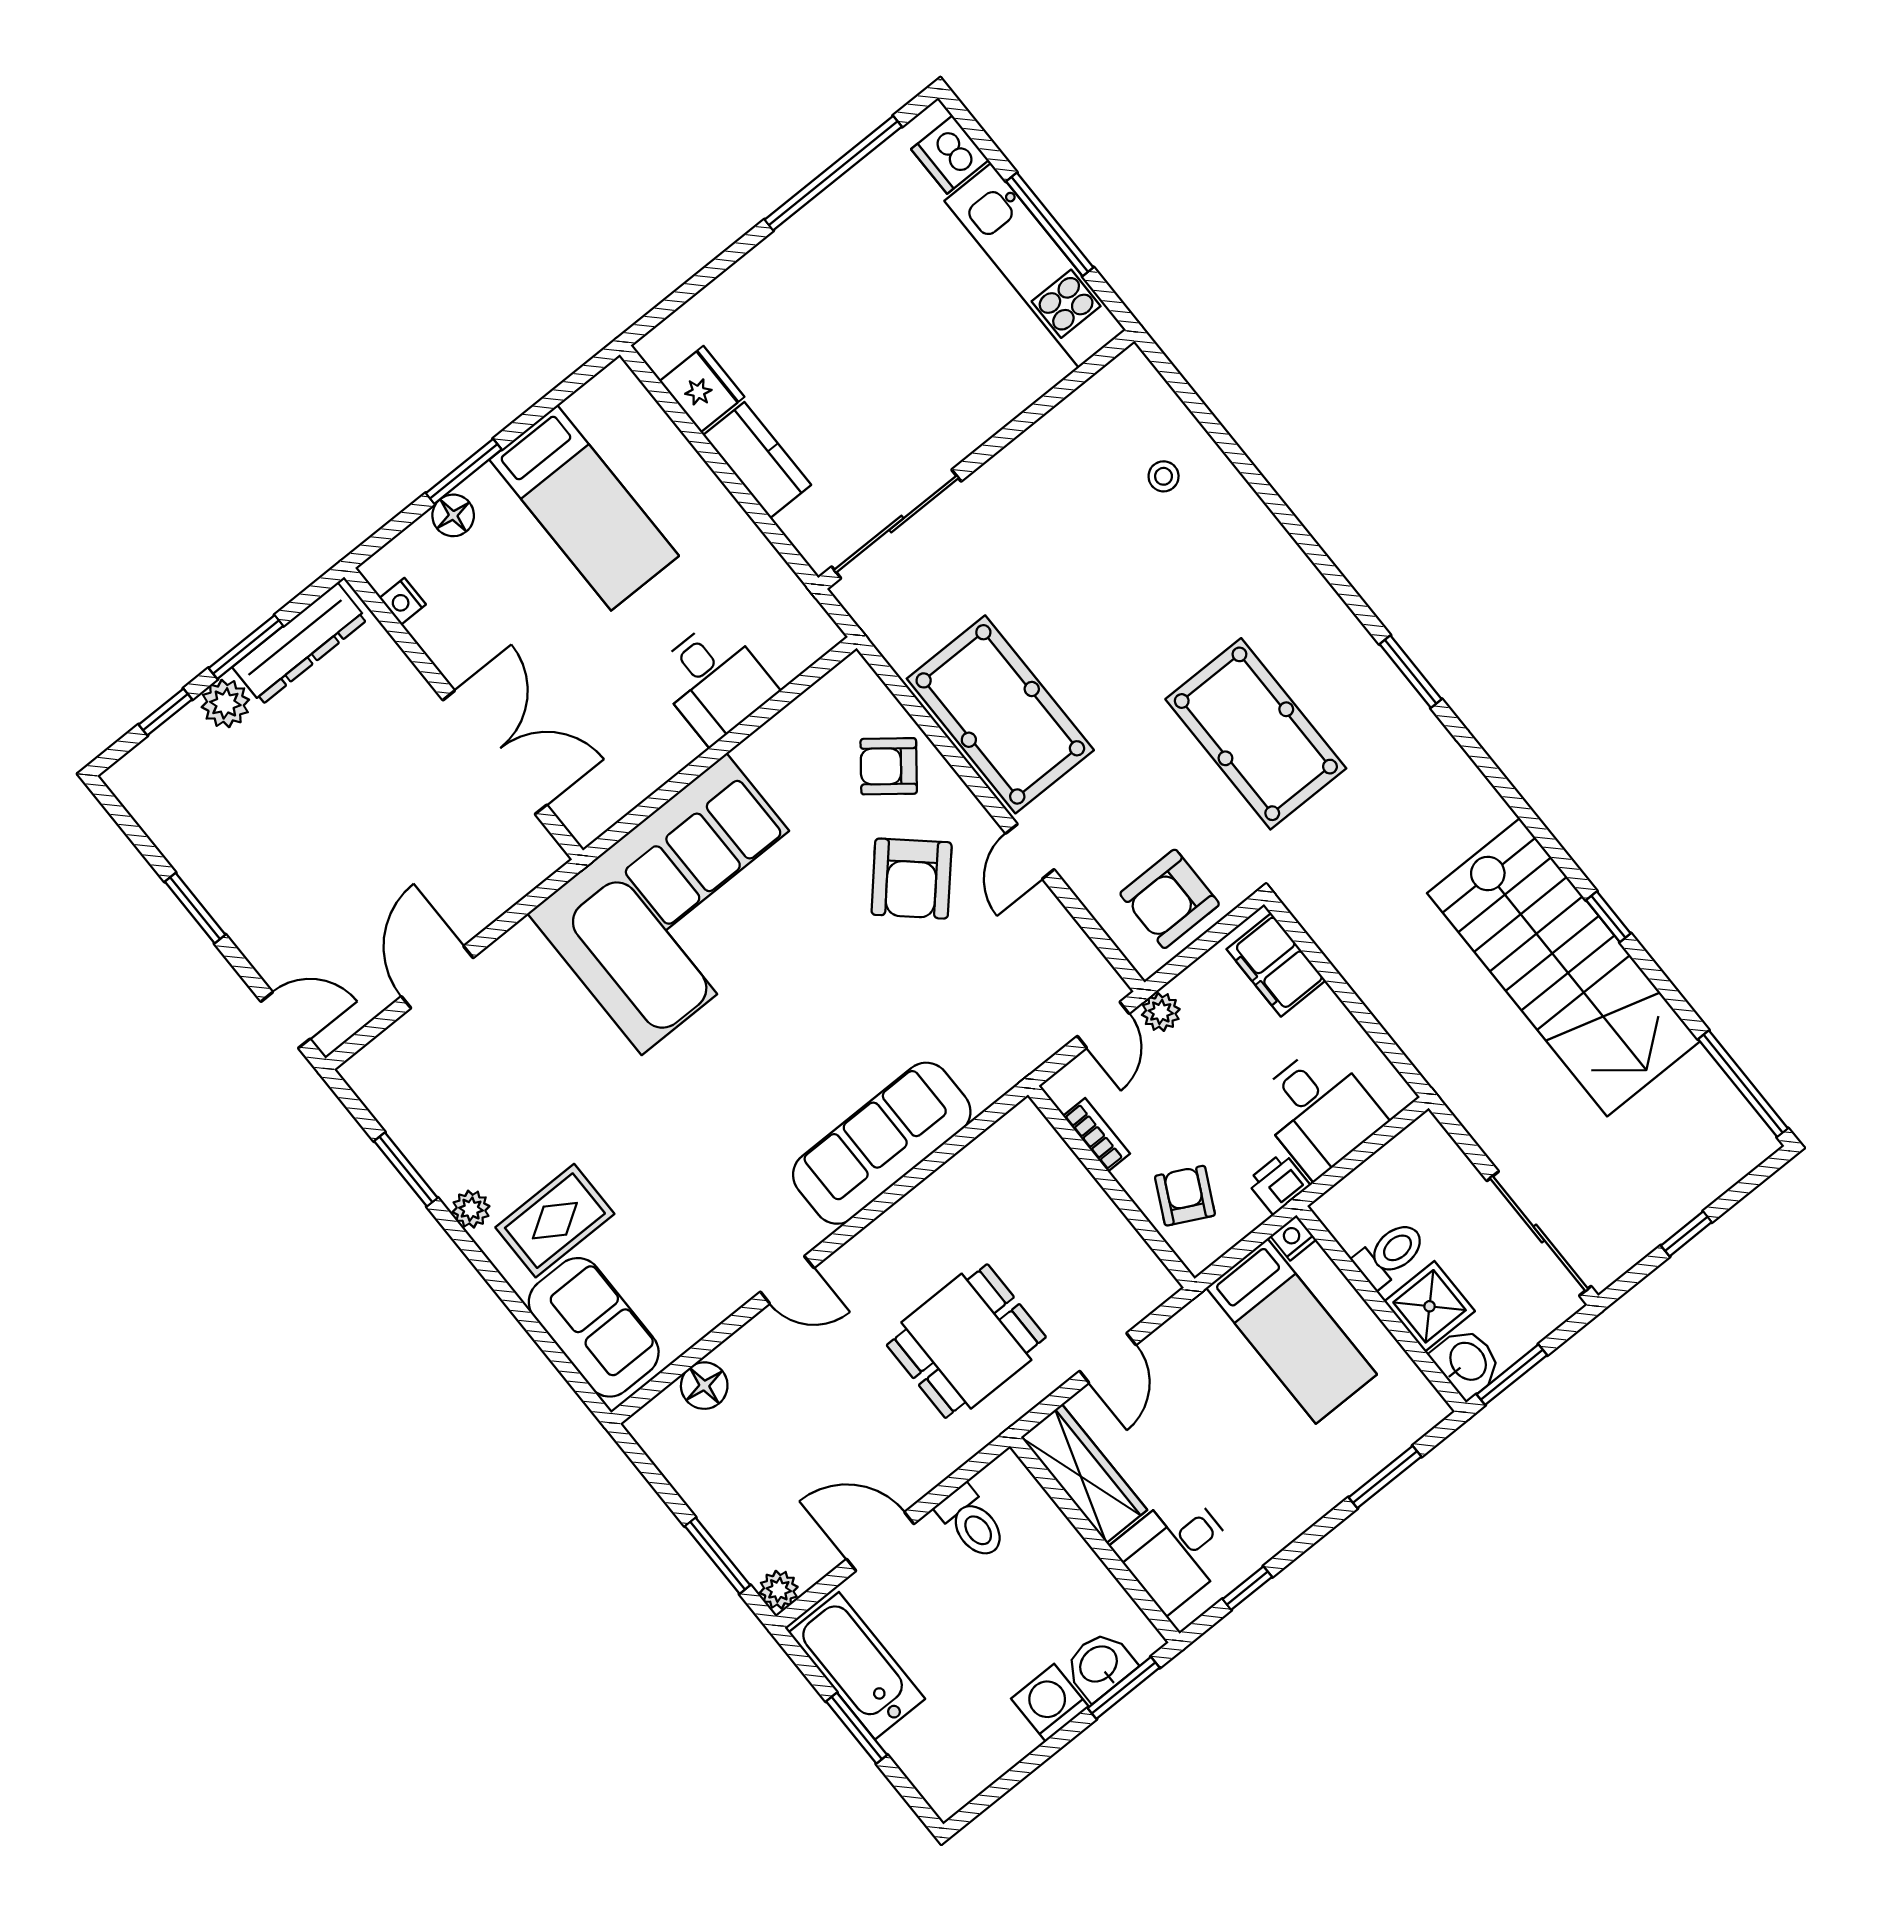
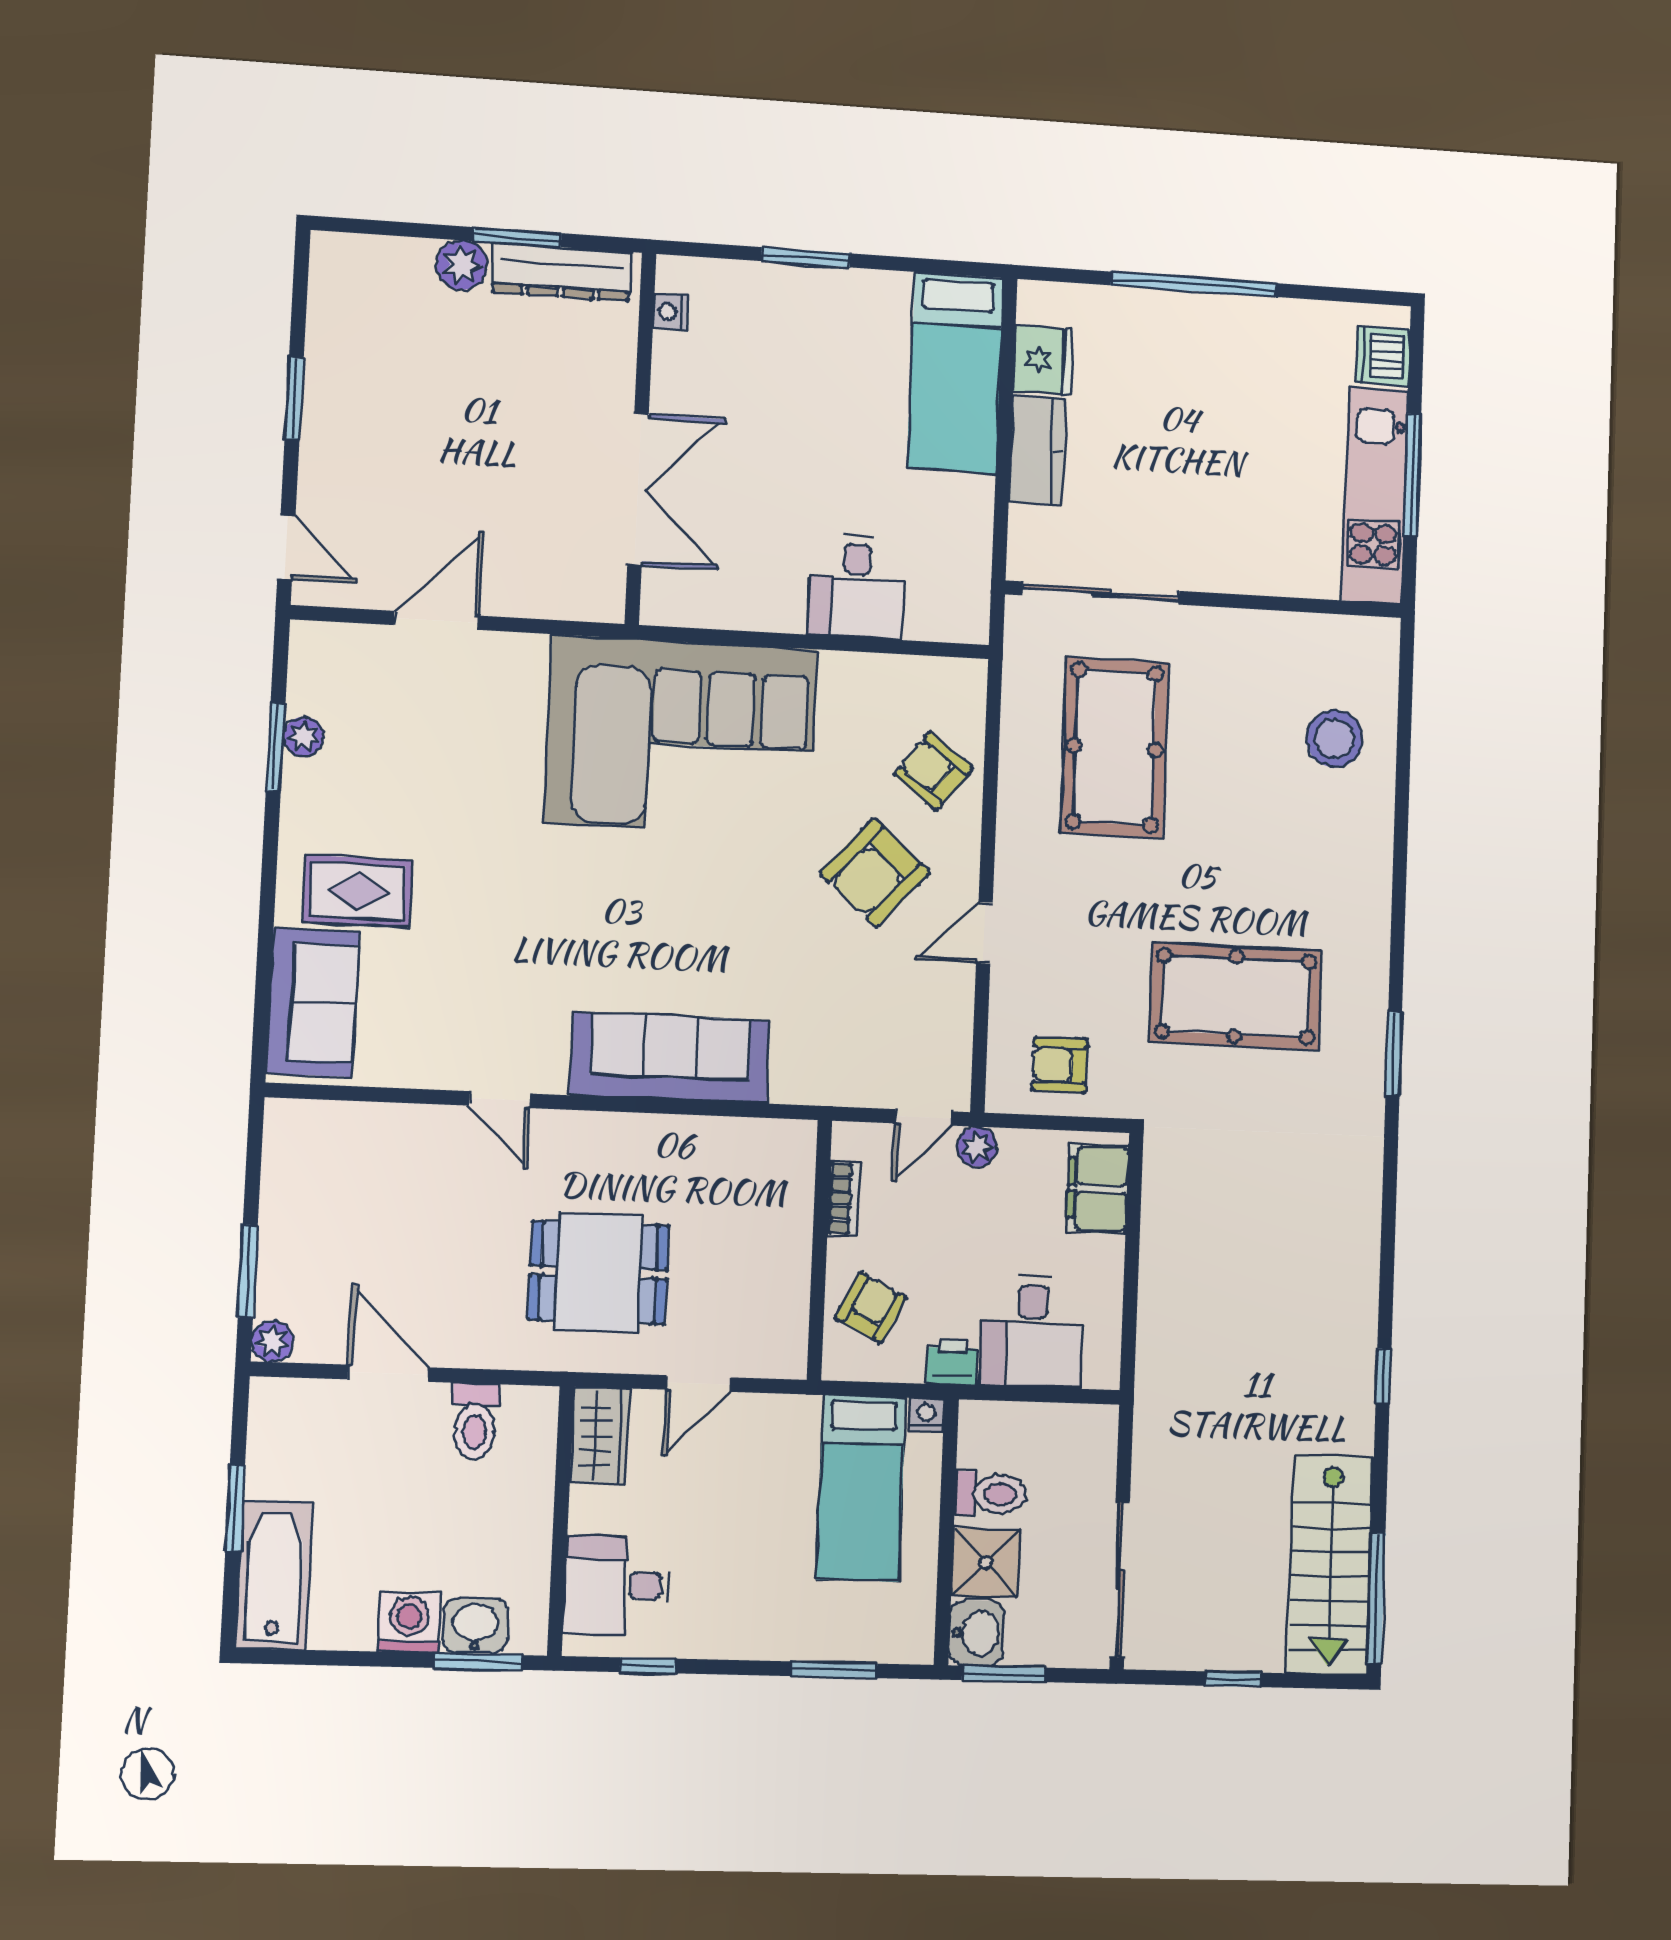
window: (833, 173) -> (1194, 284), moved
stool: (1164, 476) -> (1335, 739), width x1.89, depth x1.89
bed: (584, 508) -> (955, 373), moved
floor lamp: (453, 515) -> (768, 283), removed
window: (165, 712) -> (409, 230), removed
pool table: (1000, 714) -> (1114, 748), moved
pool table: (1256, 734) -> (1236, 996), turned 90
armchair: (1170, 899) -> (1060, 1065), width x0.72, depth x0.72
stairs: (1563, 967) -> (1330, 1565), moved, width x0.73, depth x0.66
plant: (471, 1209) -> (304, 737), moved
floor lamp: (704, 1386) -> (359, 1126), removed
wardrobe: (1084, 1474) -> (600, 1436), width x0.67
bathtub: (857, 1666) -> (274, 1575), moved

